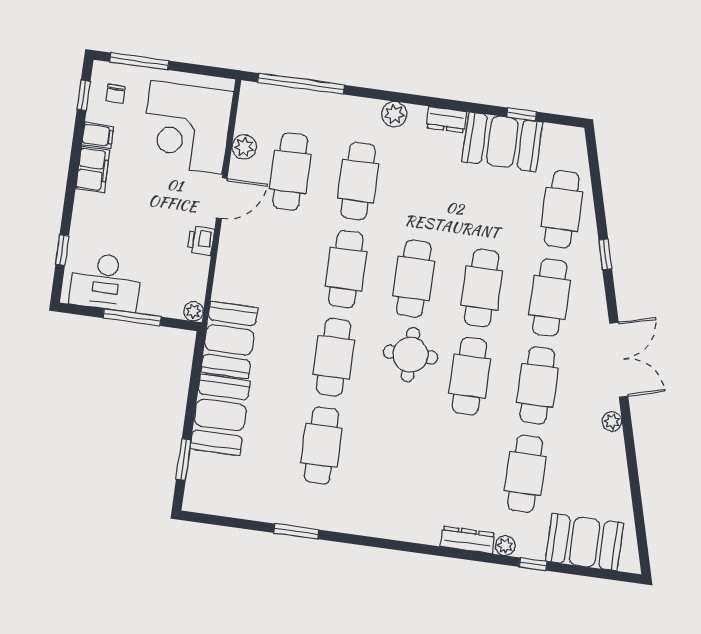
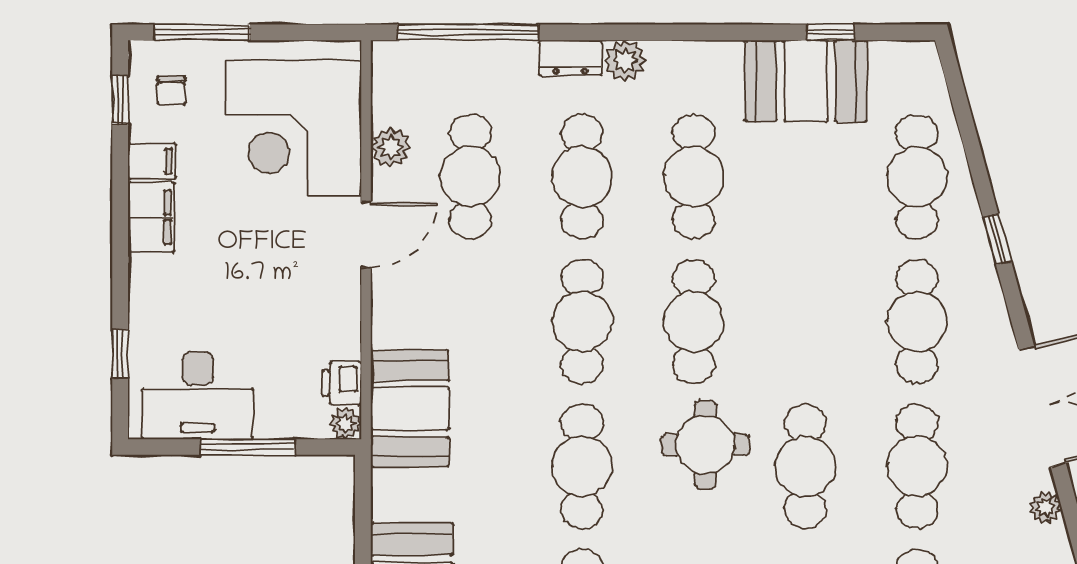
dresser: (446, 120) -> (570, 58), moved
printer: (201, 241) -> (342, 383), moved
cafe table: (482, 288) -> (694, 177), moved
booth: (229, 340) -> (410, 409), moved

